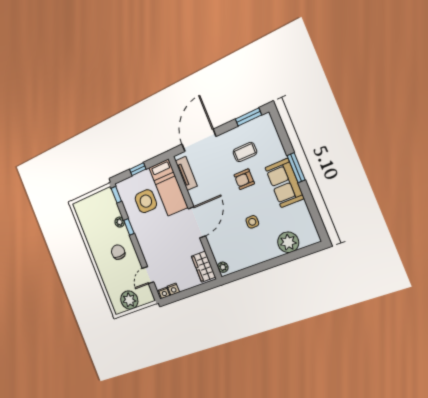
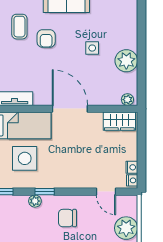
plant: (288, 242) -> (126, 61), moved

